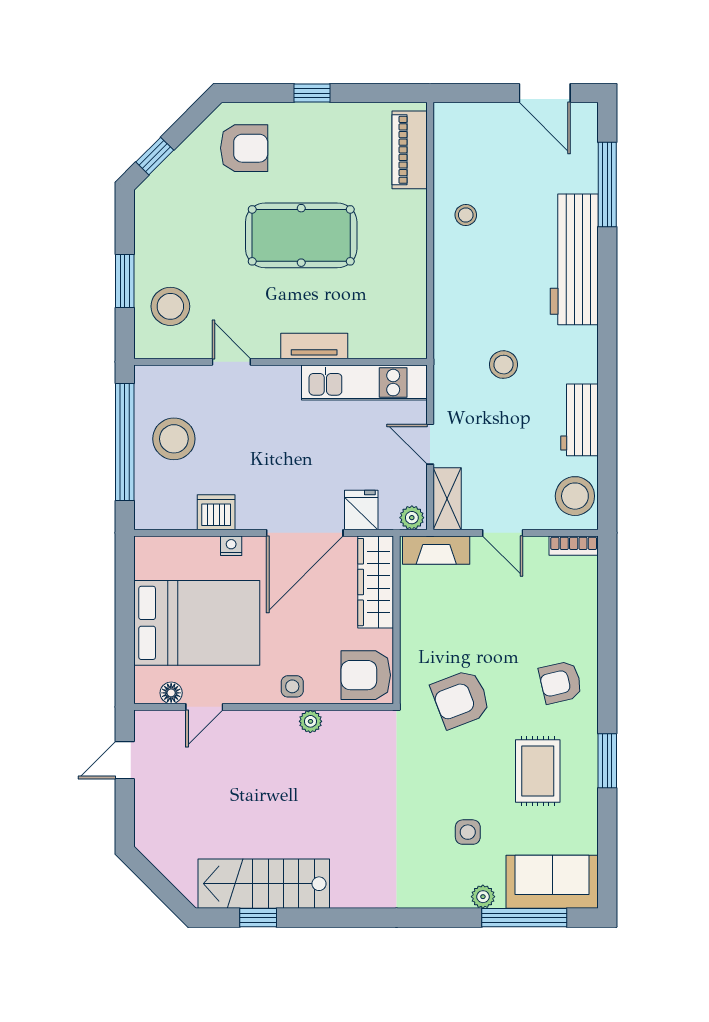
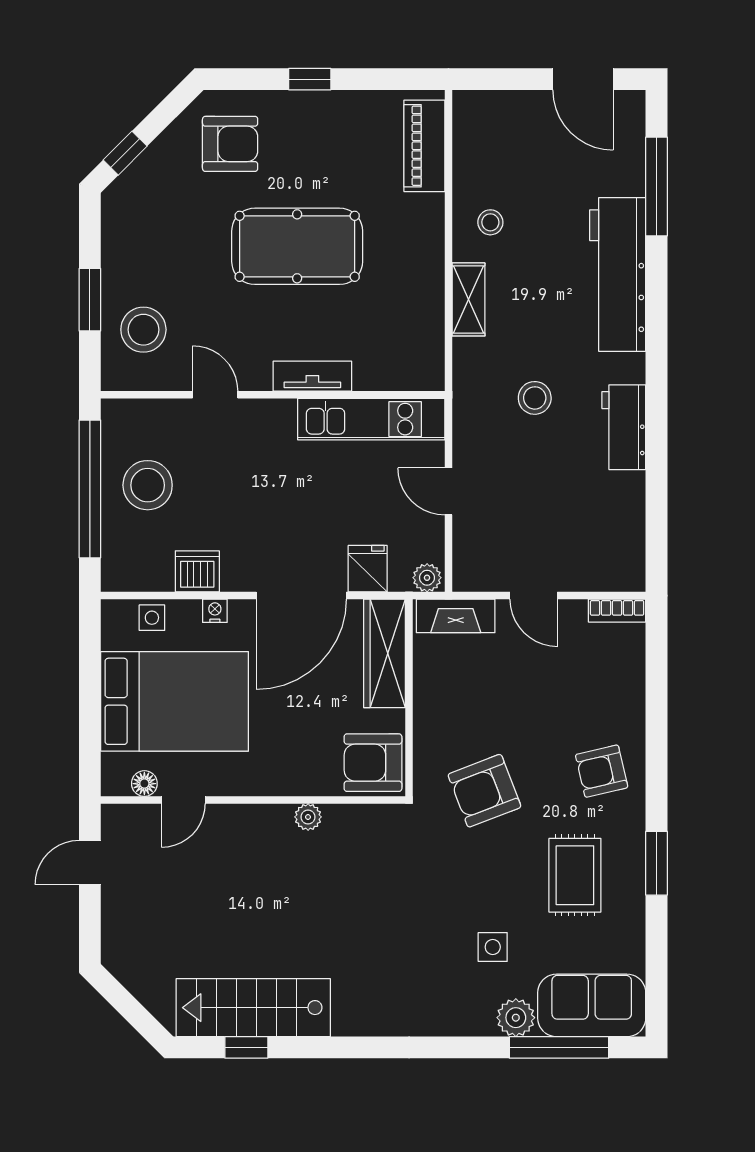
workbench: (579, 420) -> (624, 427), moved
stool: (575, 496) -> (619, 552), removed
shelving: (447, 499) -> (469, 299), moved
side table: (292, 686) -> (152, 618), moved
plant: (483, 897) -> (516, 1018), width x1.38, depth x1.38

